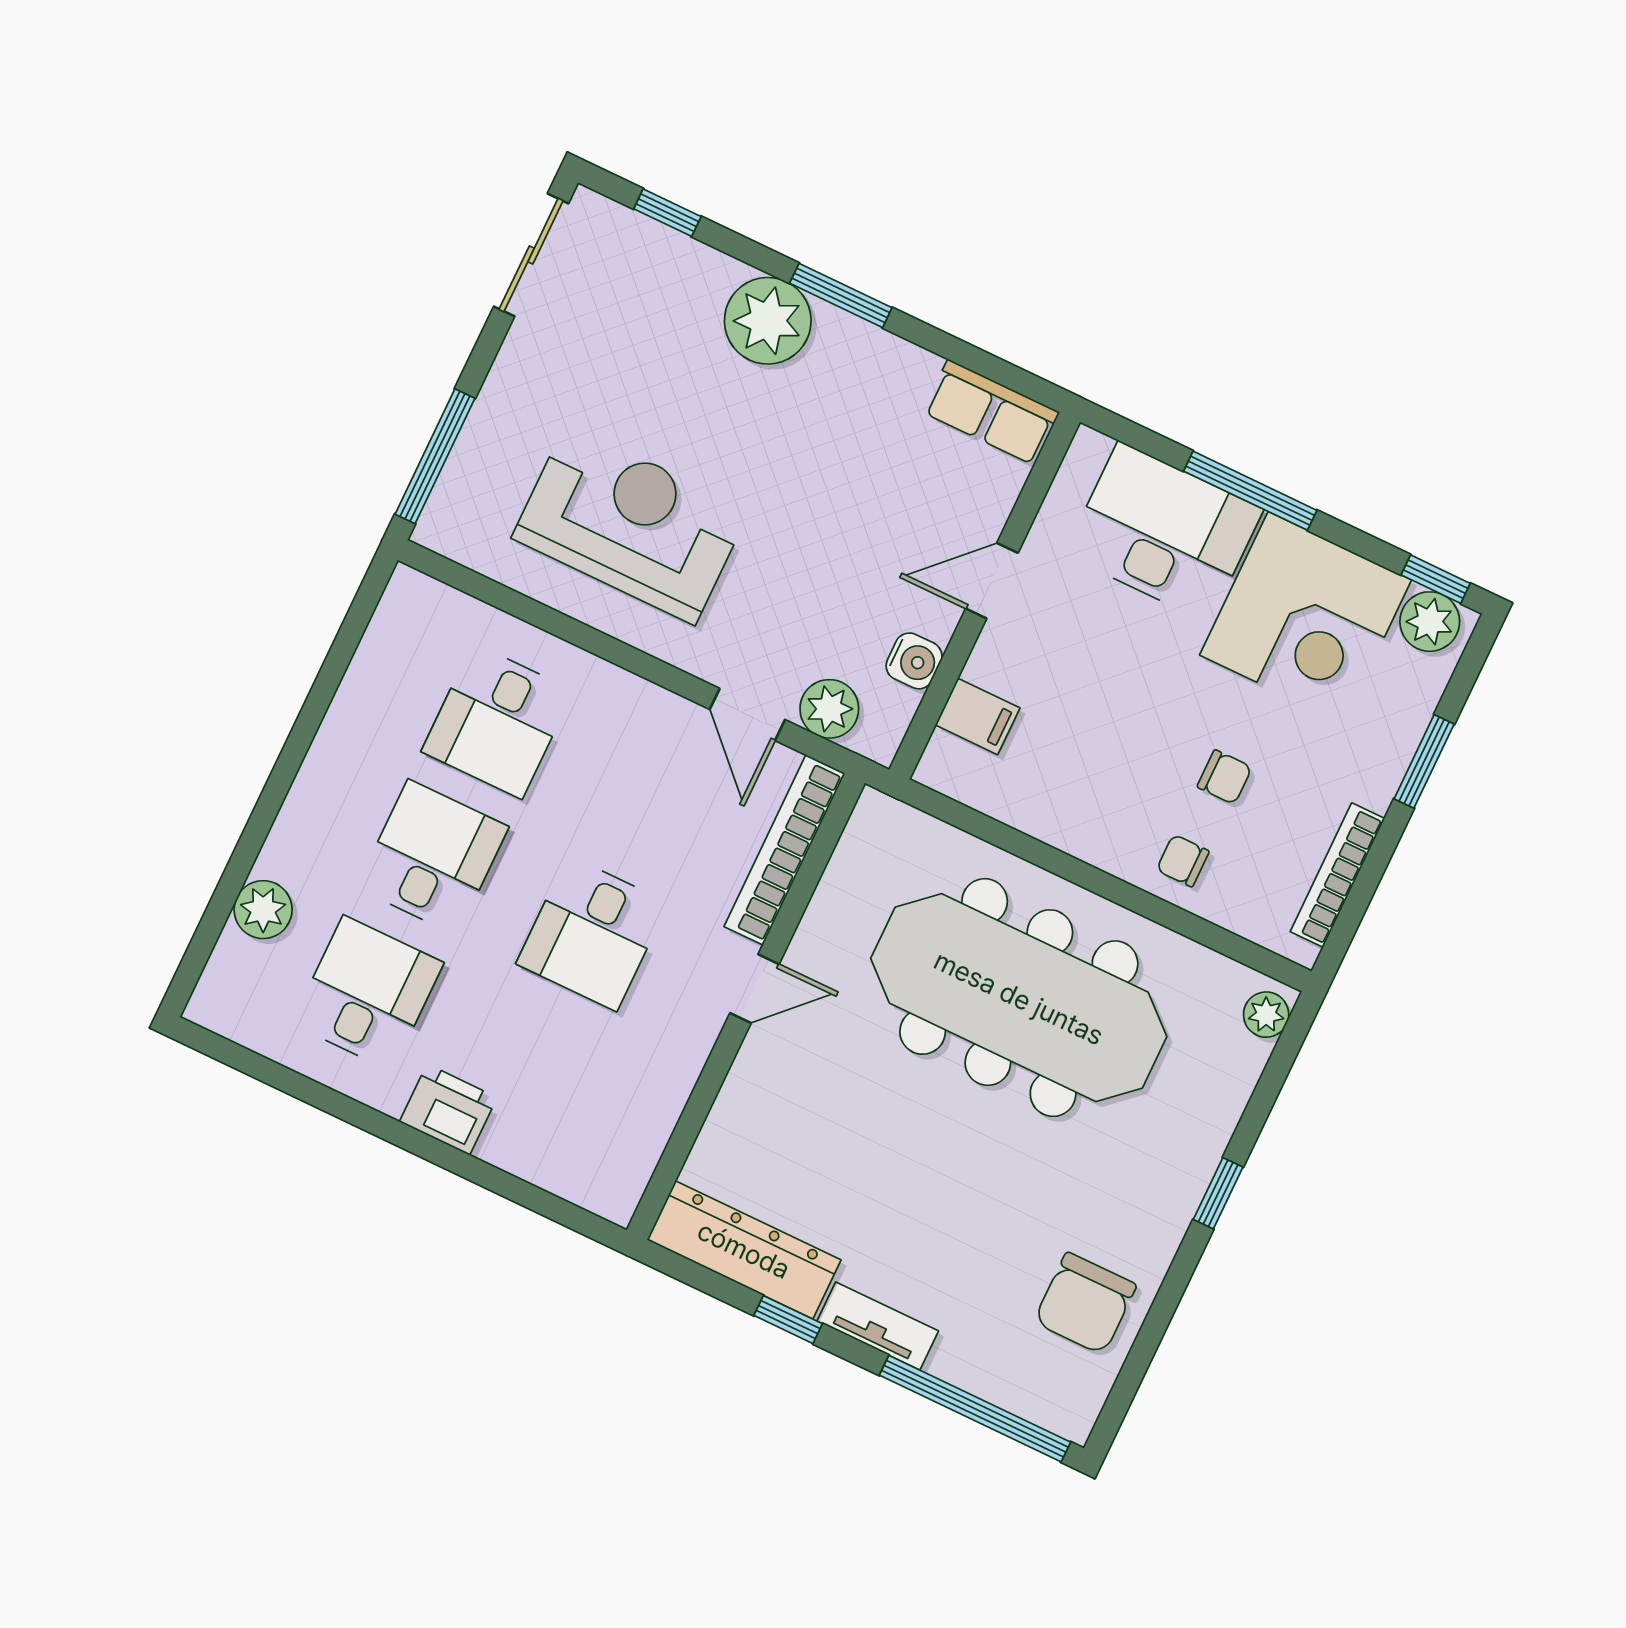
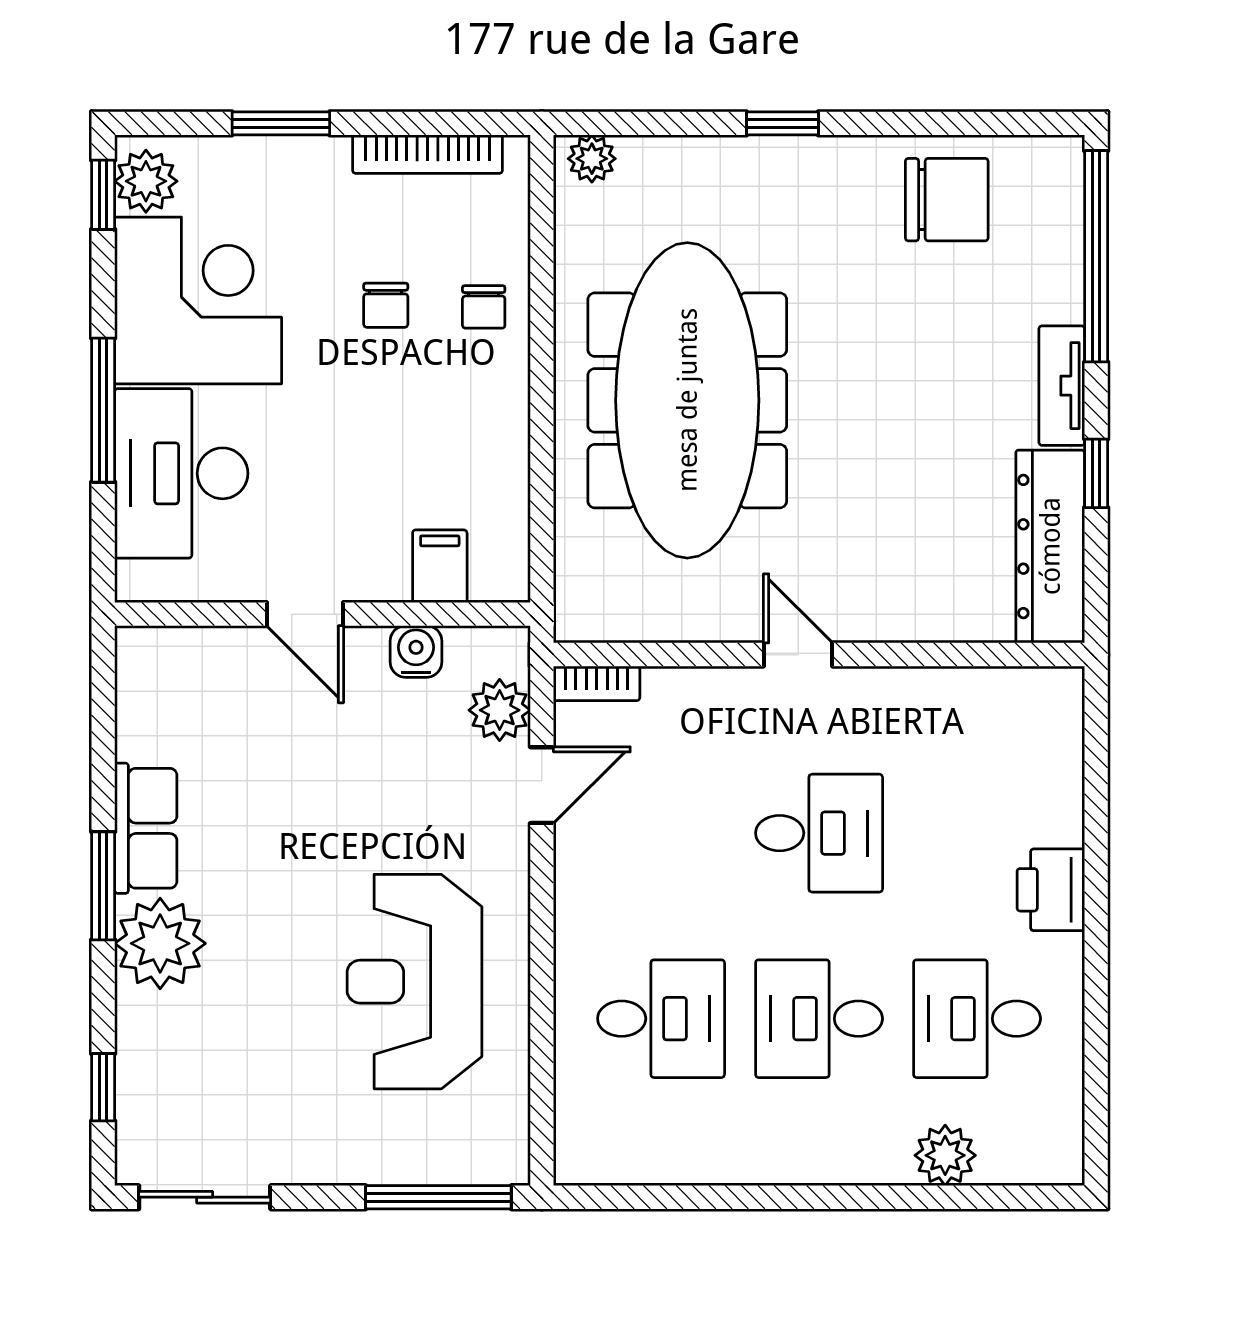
row of seats: (991, 412) -> (146, 828), moved
chair: (1224, 777) -> (386, 305), turned 180
bookcase: (785, 850) -> (597, 683), width x0.43, depth x0.76

